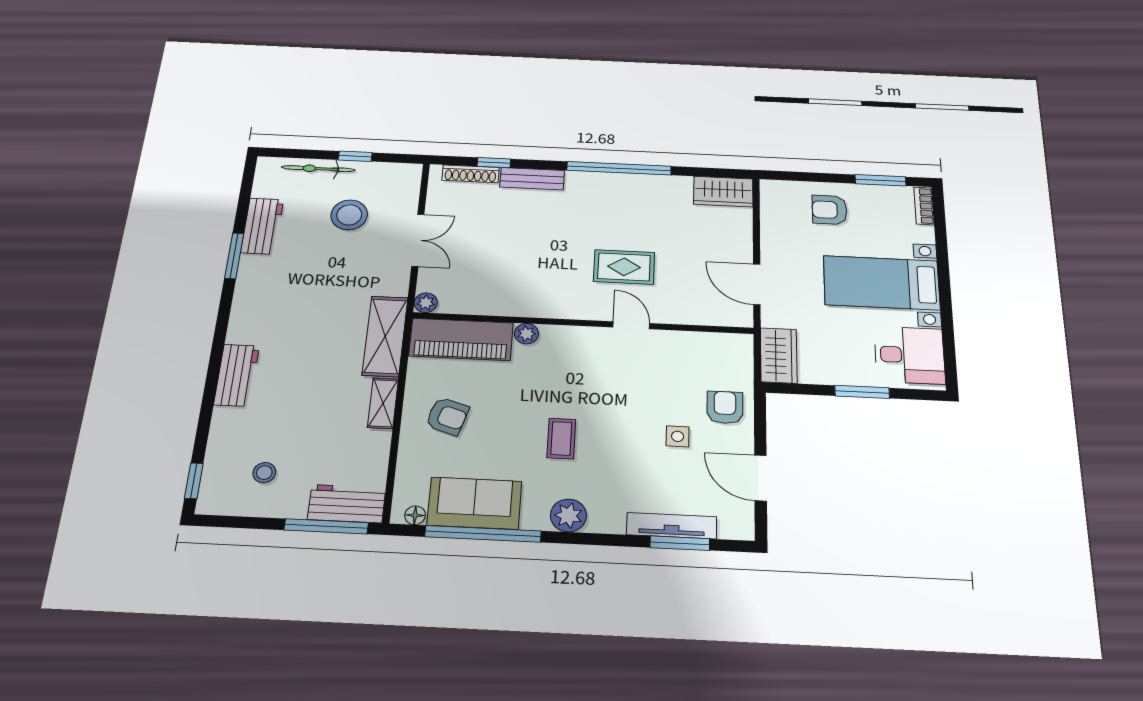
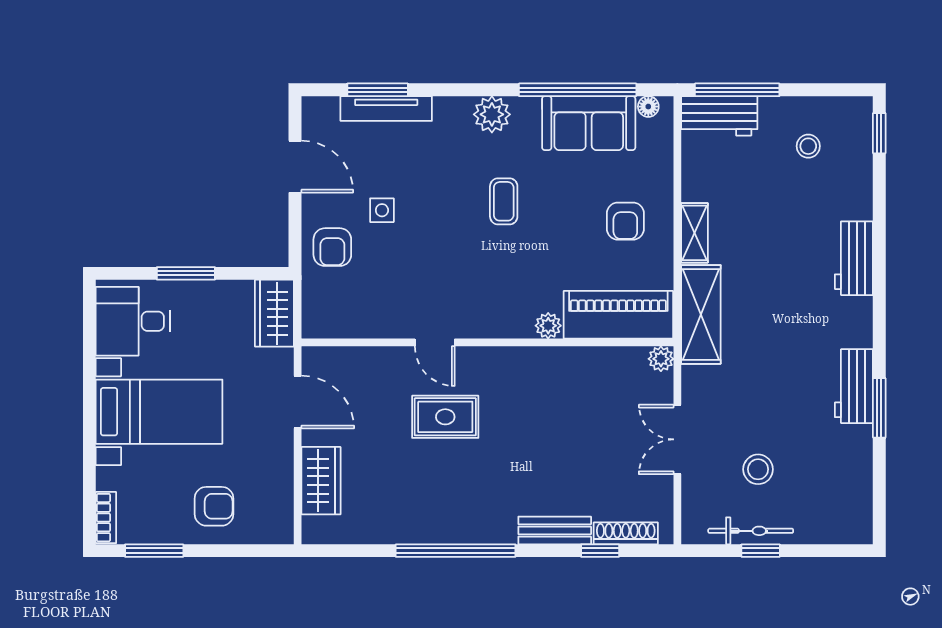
bicycle: (318, 169) -> (751, 531), moved
wardrobe: (723, 192) -> (321, 481), moved, turned 90
stool: (349, 215) -> (758, 469), width x0.73, depth x0.73
workbench: (262, 226) -> (854, 386), moved
armchair: (447, 416) -> (625, 221), turned -107

